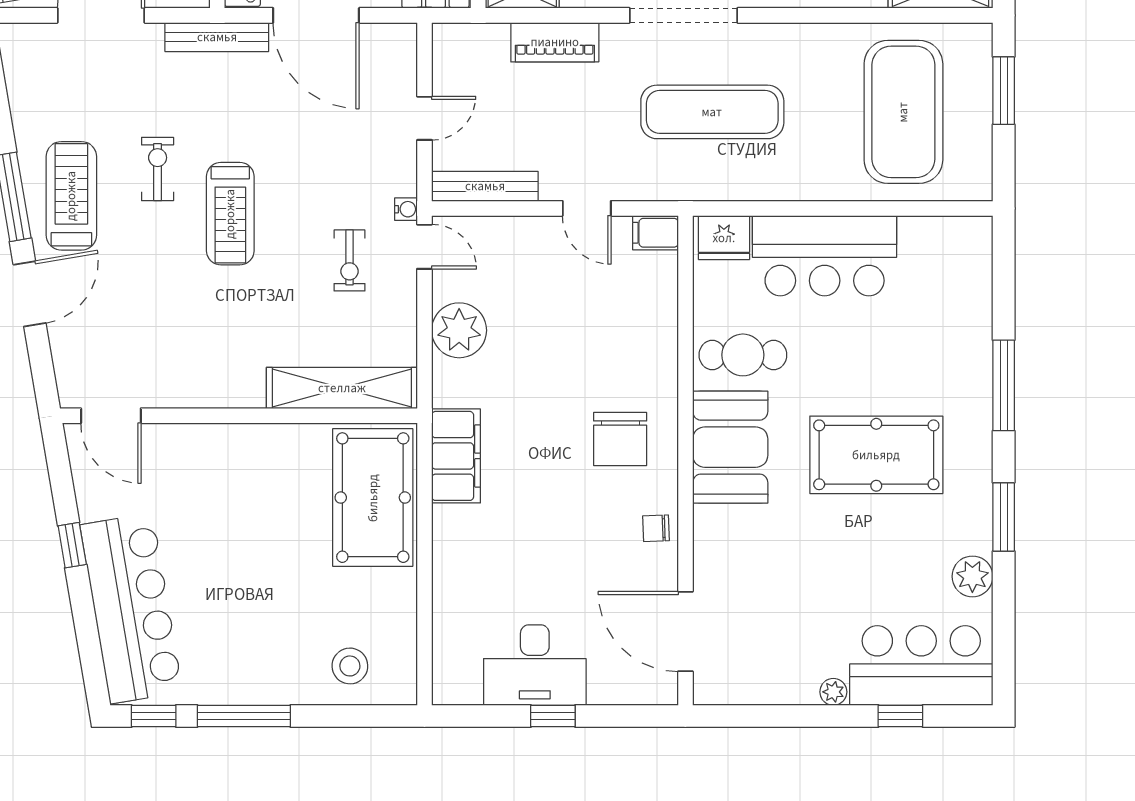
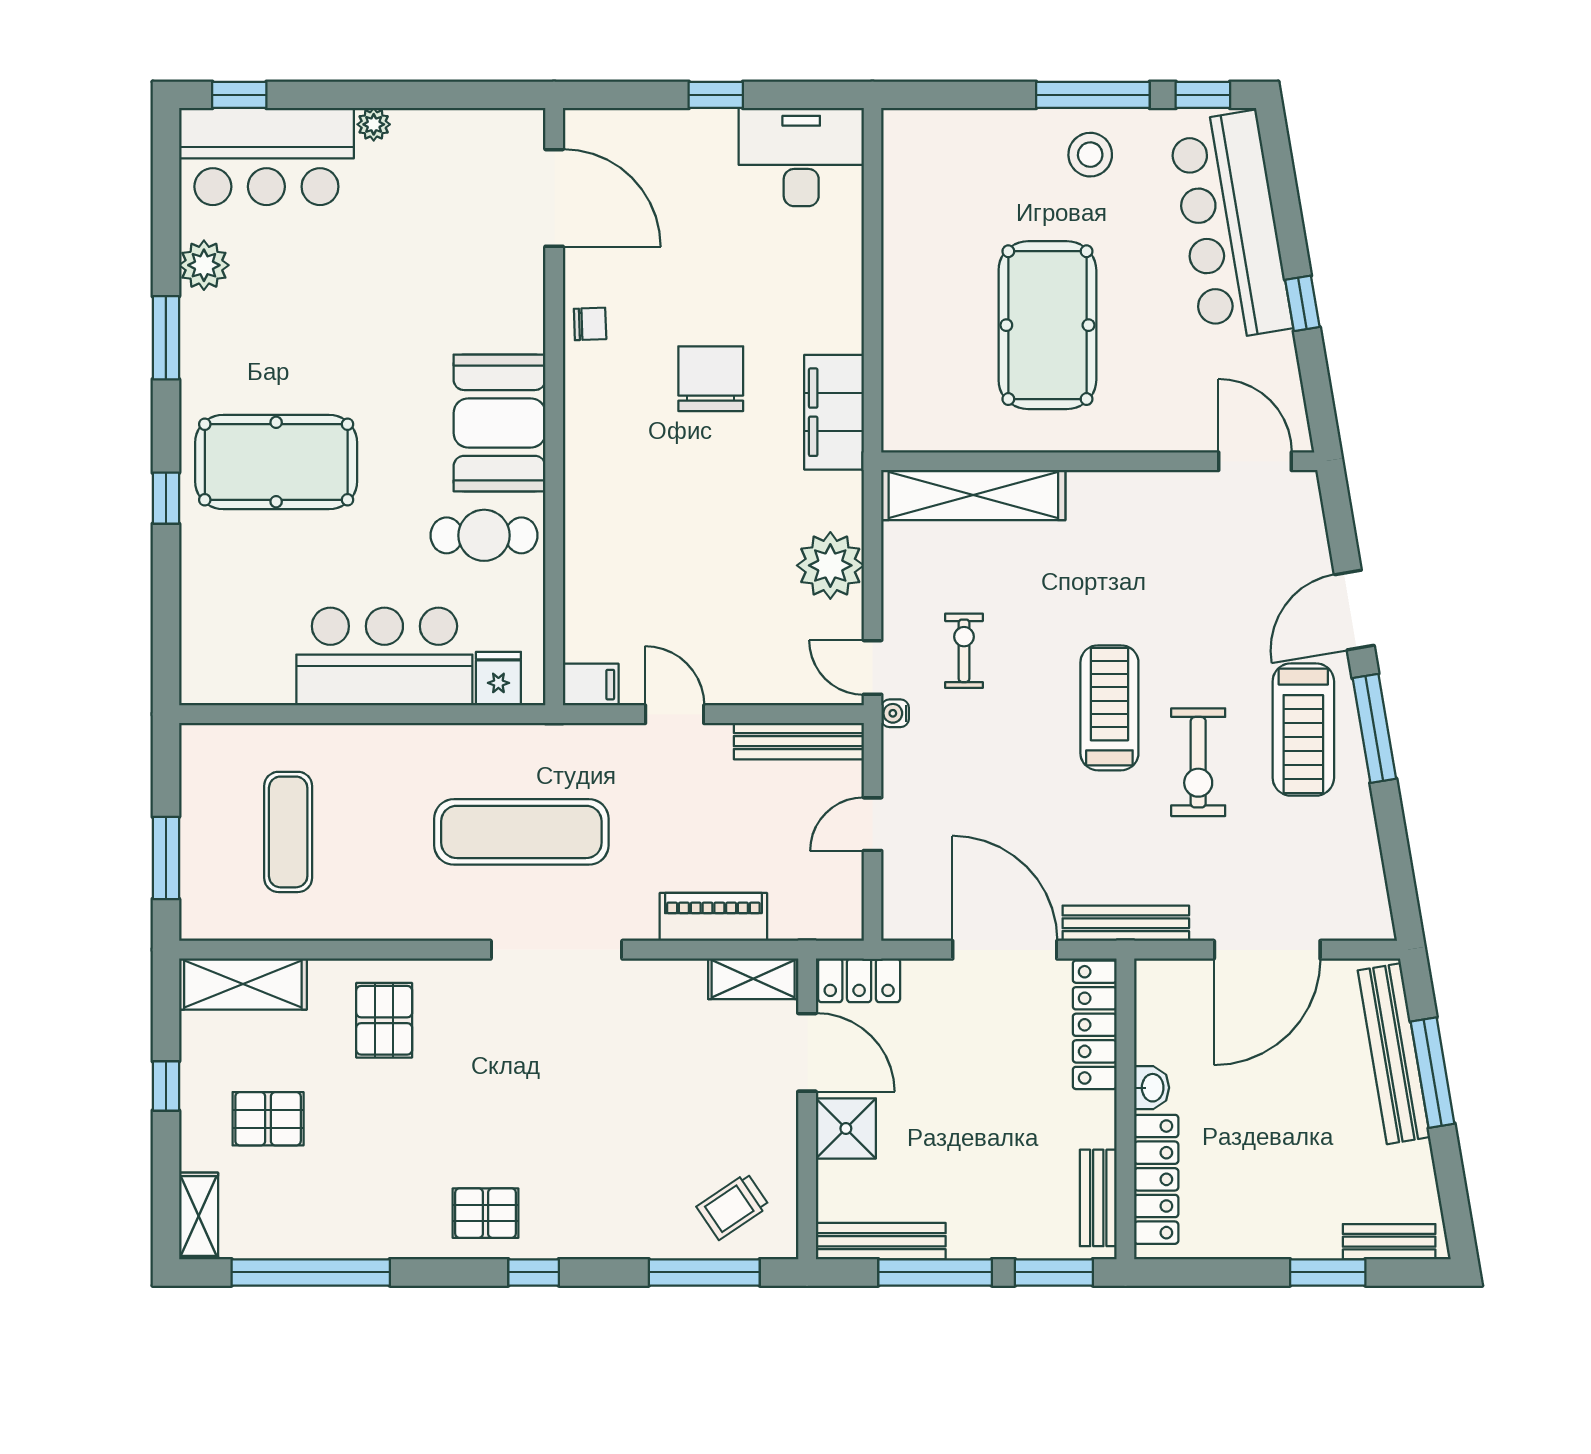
exercise mat: (903, 112) -> (288, 832), width x0.50, depth x0.69
exercise bike: (158, 169) -> (1198, 762), width x1.38, depth x1.39
fridge: (724, 238) -> (498, 679), width x0.72
window: (1004, 385) -> (166, 498), width x0.46
chair: (620, 439) -> (711, 379), moved
pool table: (876, 455) -> (276, 462), moved
pool table: (373, 498) -> (1047, 325), moved
desk: (535, 665) -> (801, 157), moved
stool: (350, 666) -> (1090, 155), moved
window: (900, 716) -> (239, 95), moved

